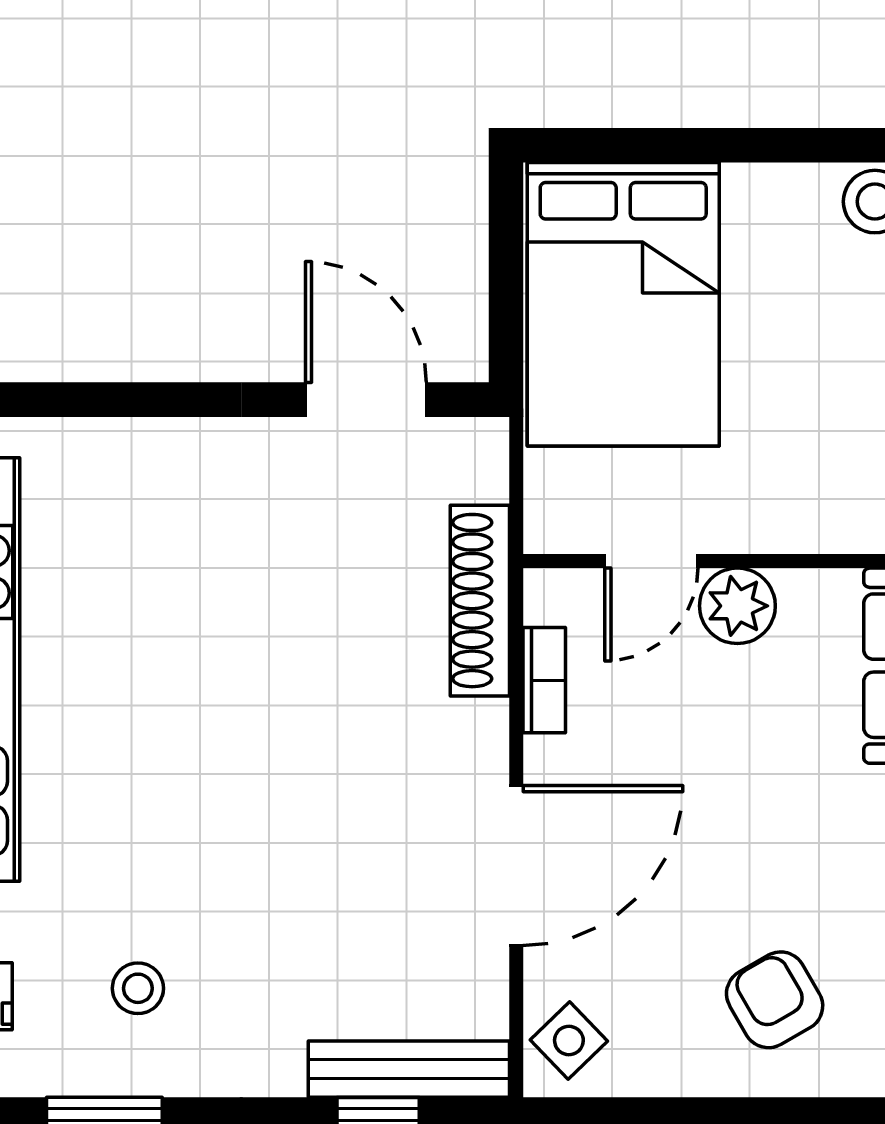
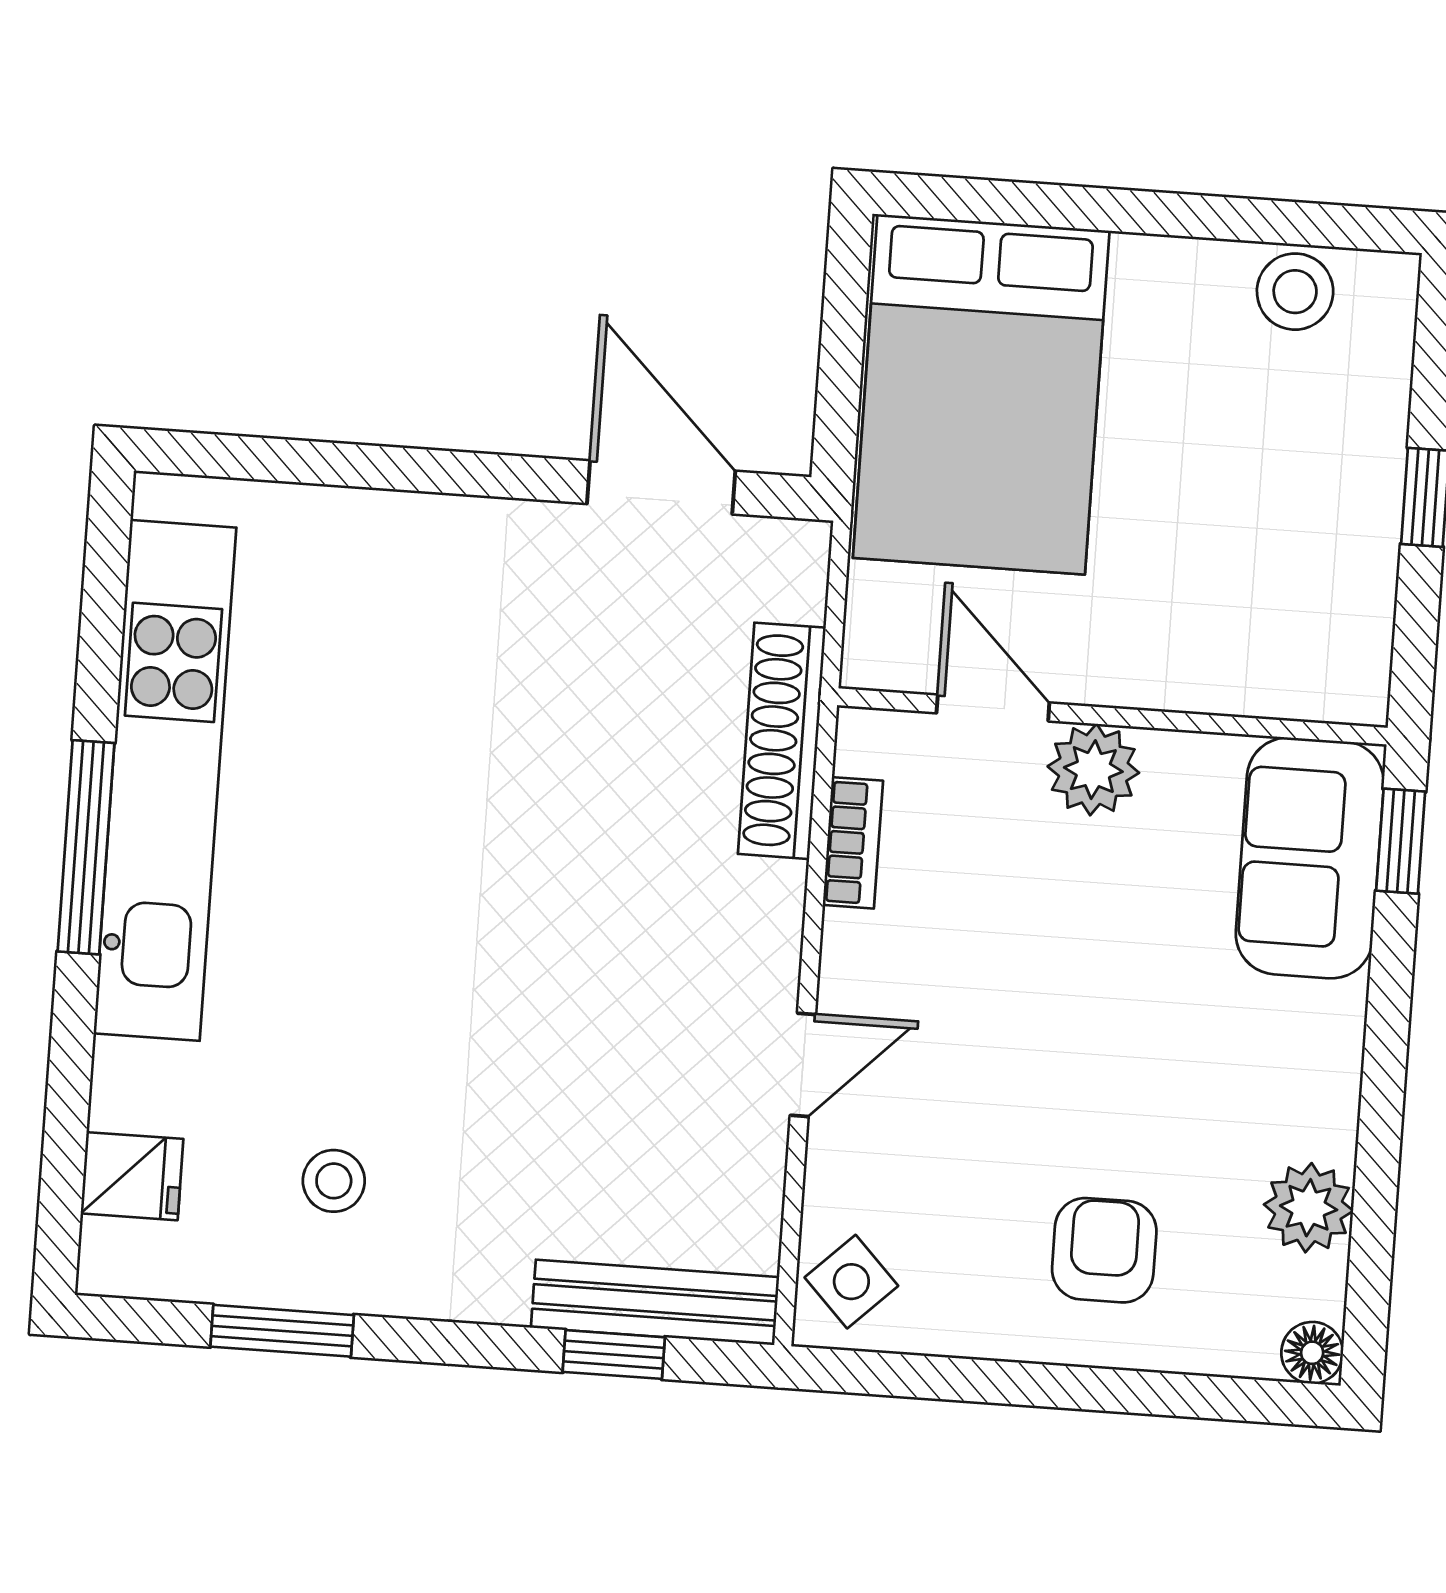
door: (651, 561) -> (993, 708), swing flipped
door: (516, 865) -> (803, 1065), width x0.53
armchair: (775, 1000) -> (1104, 1250), turned 30

